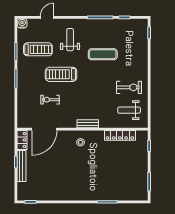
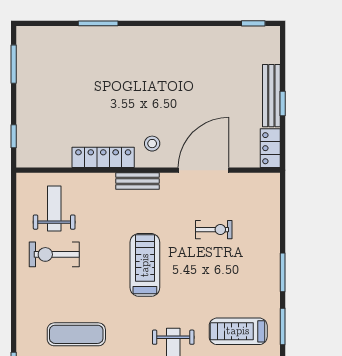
exercise mat: (103, 54) -> (76, 334), moved
treadmill: (61, 74) -> (145, 265), moved, turned -90
weight bench: (129, 110) -> (54, 209), turned -90
door: (44, 129) -> (203, 170), moved
locker: (120, 135) -> (103, 157), moved

